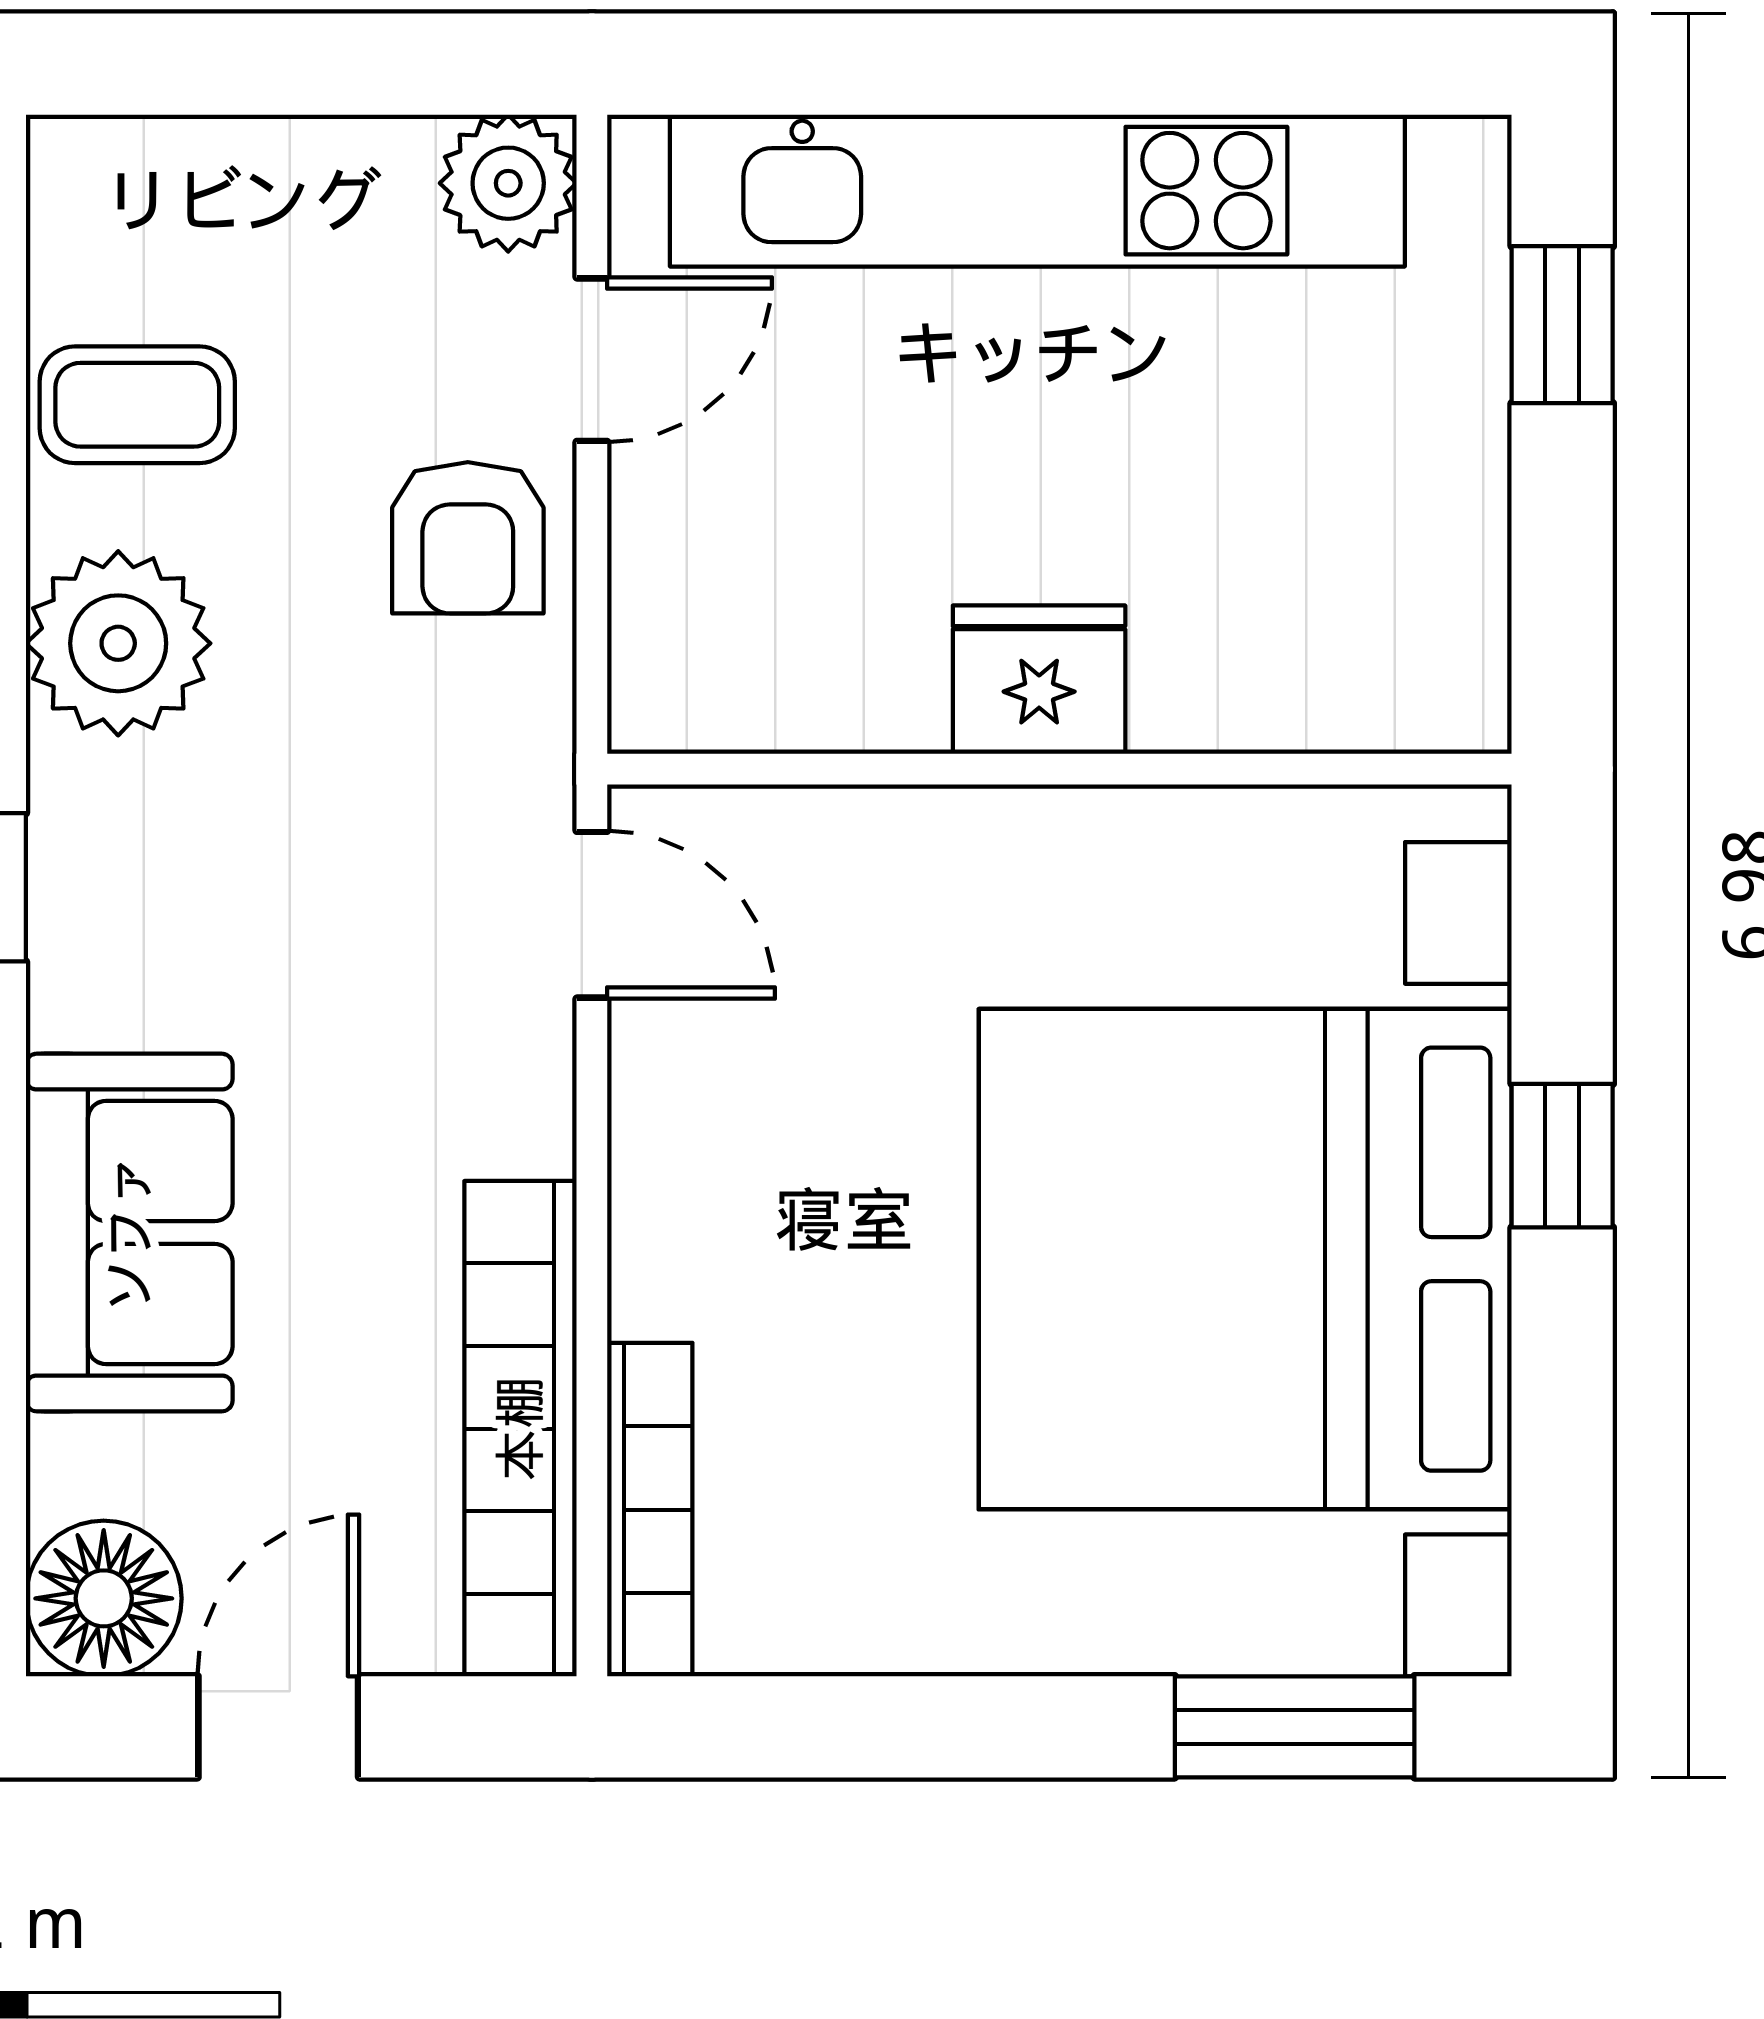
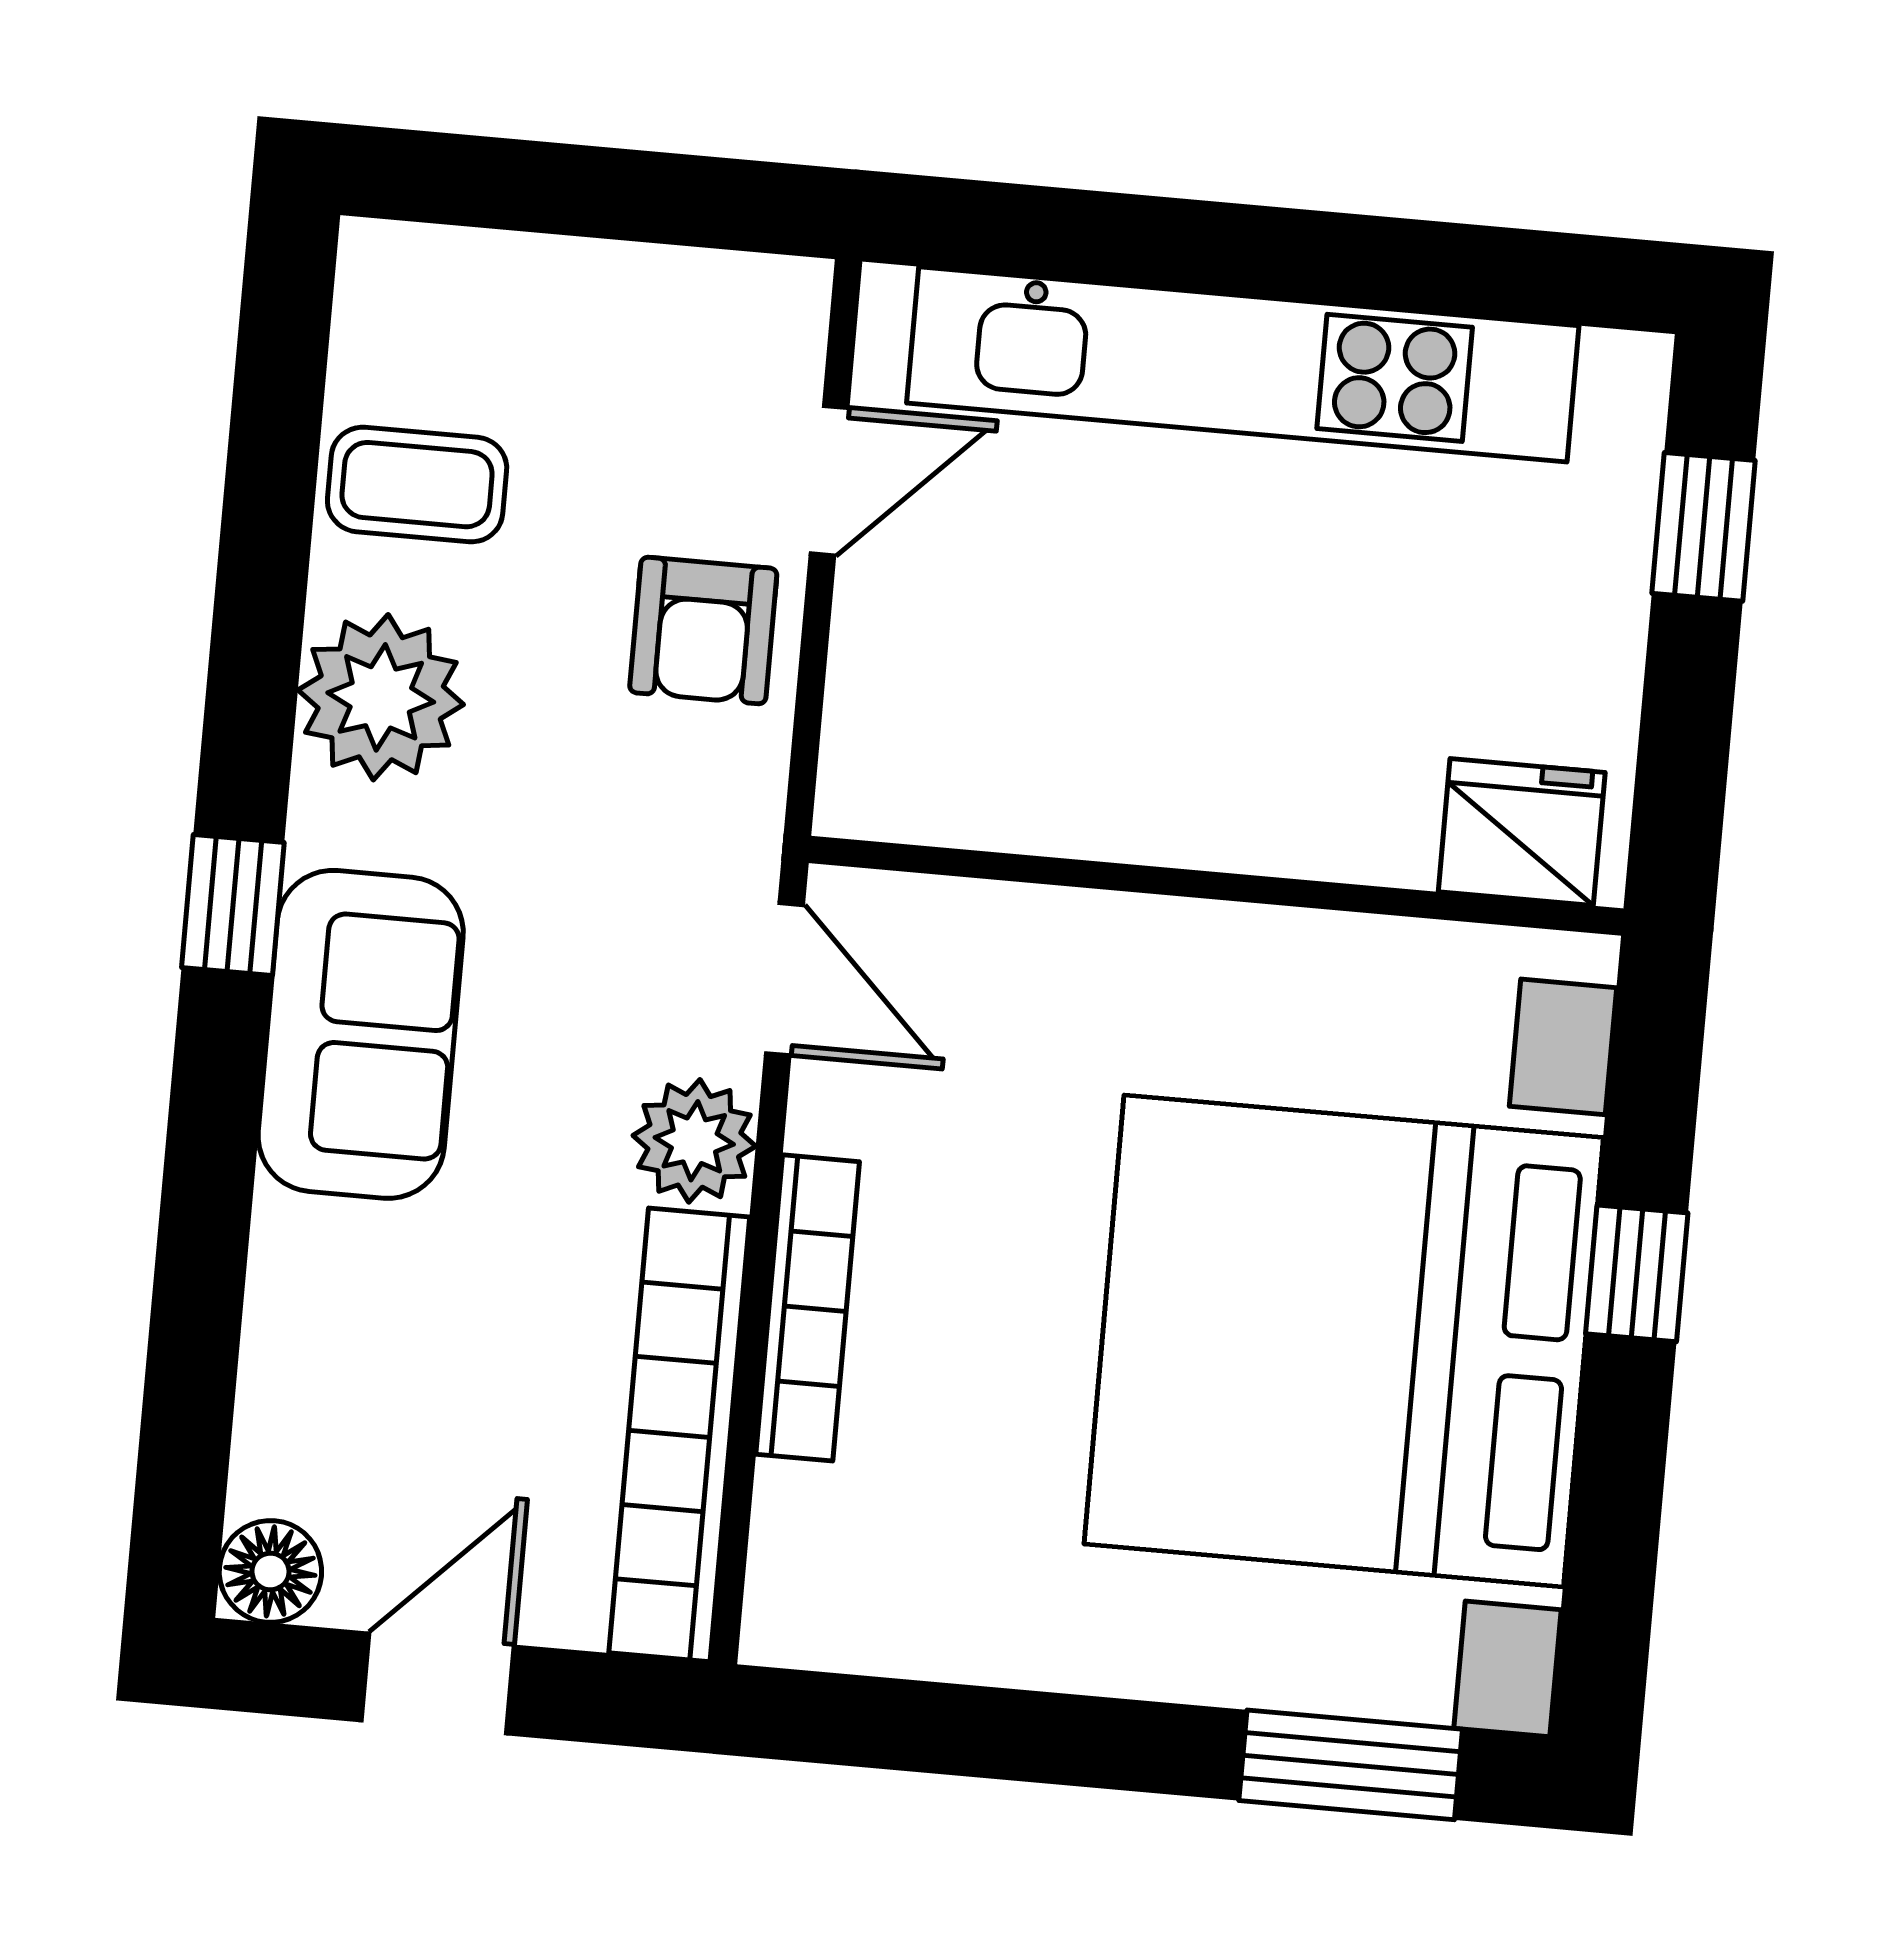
plant: (508, 183) -> (694, 1141), moved
fridge: (1039, 680) -> (1522, 832), moved
sofa: (129, 1233) -> (361, 1034), moved
bookcase: (650, 1510) -> (808, 1308), moved
floor lamp: (104, 1598) -> (270, 1571), width x0.73, depth x0.73

